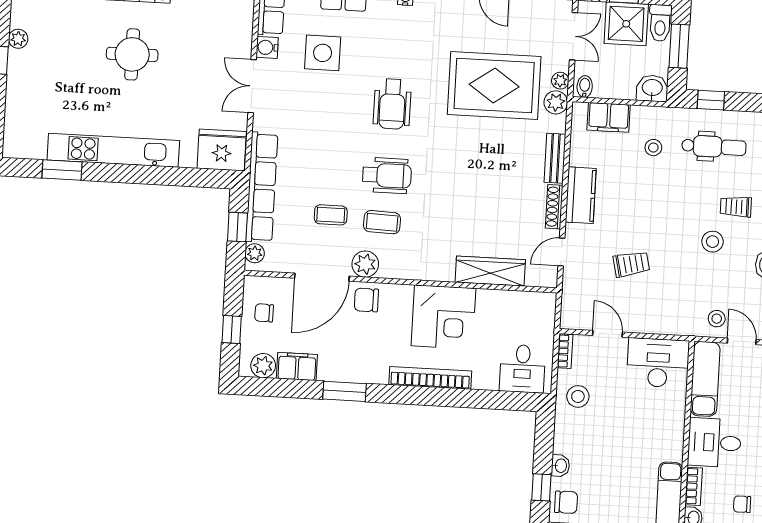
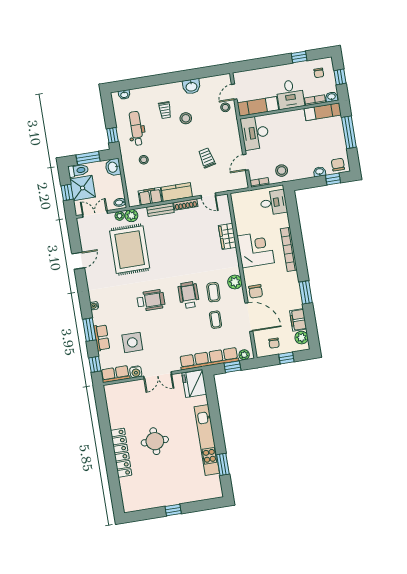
plant: (18, 39) -> (160, 502), removed
filing cabinet: (609, 117) -> (150, 196), moved, turned -90
plant: (365, 264) -> (235, 282), moved
wardrobe: (490, 271) -> (227, 236), width x0.67

